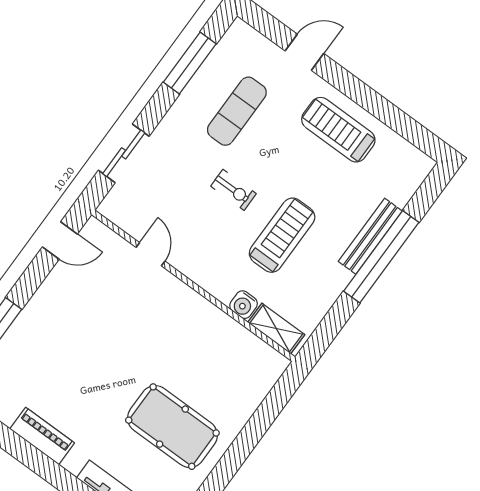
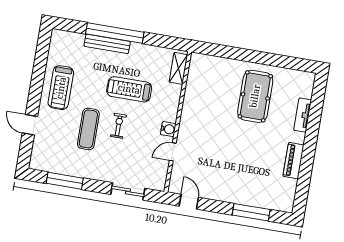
exercise mat: (237, 111) -> (88, 129), moved, turned 90
water cooler: (244, 305) -> (168, 129), moved

